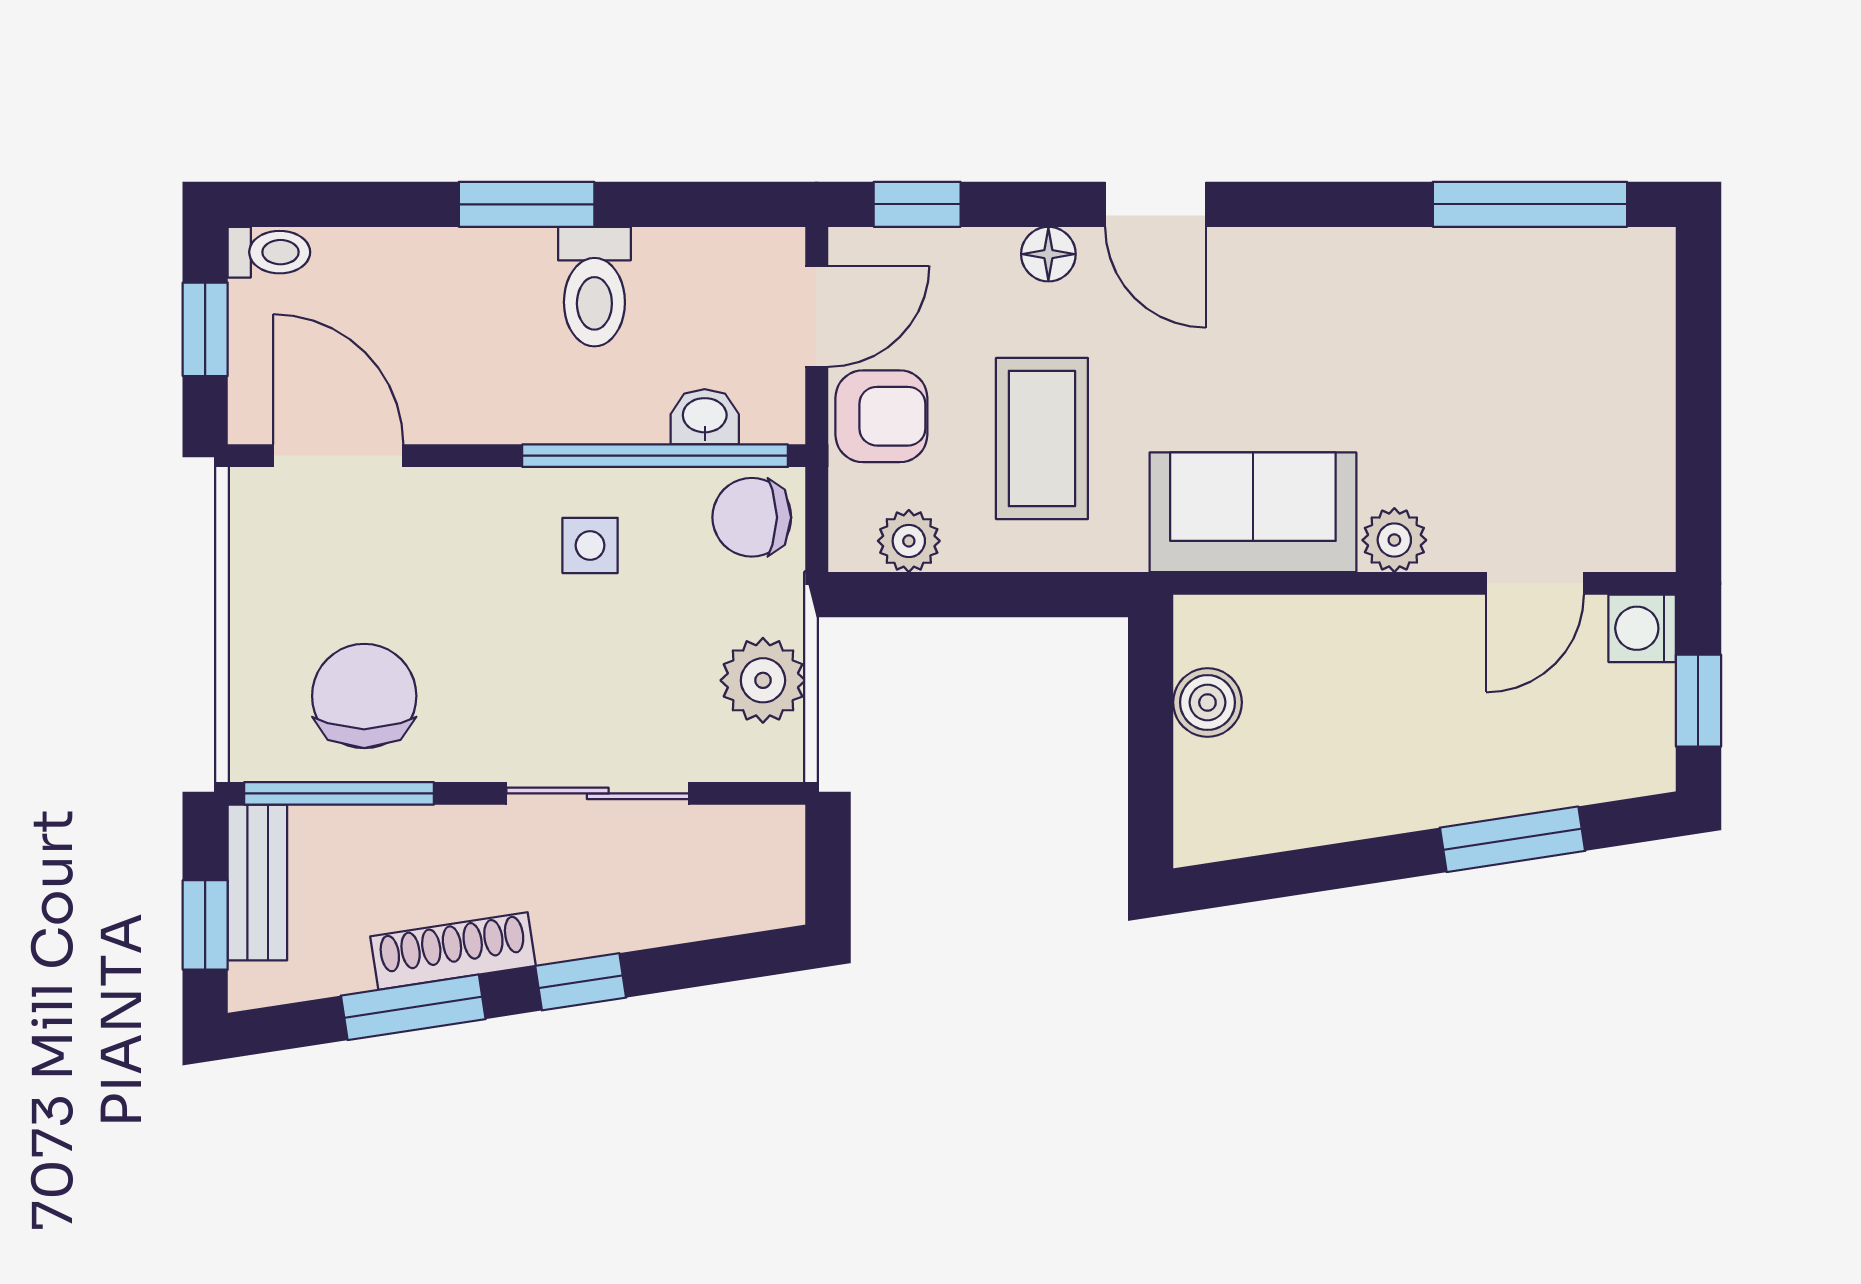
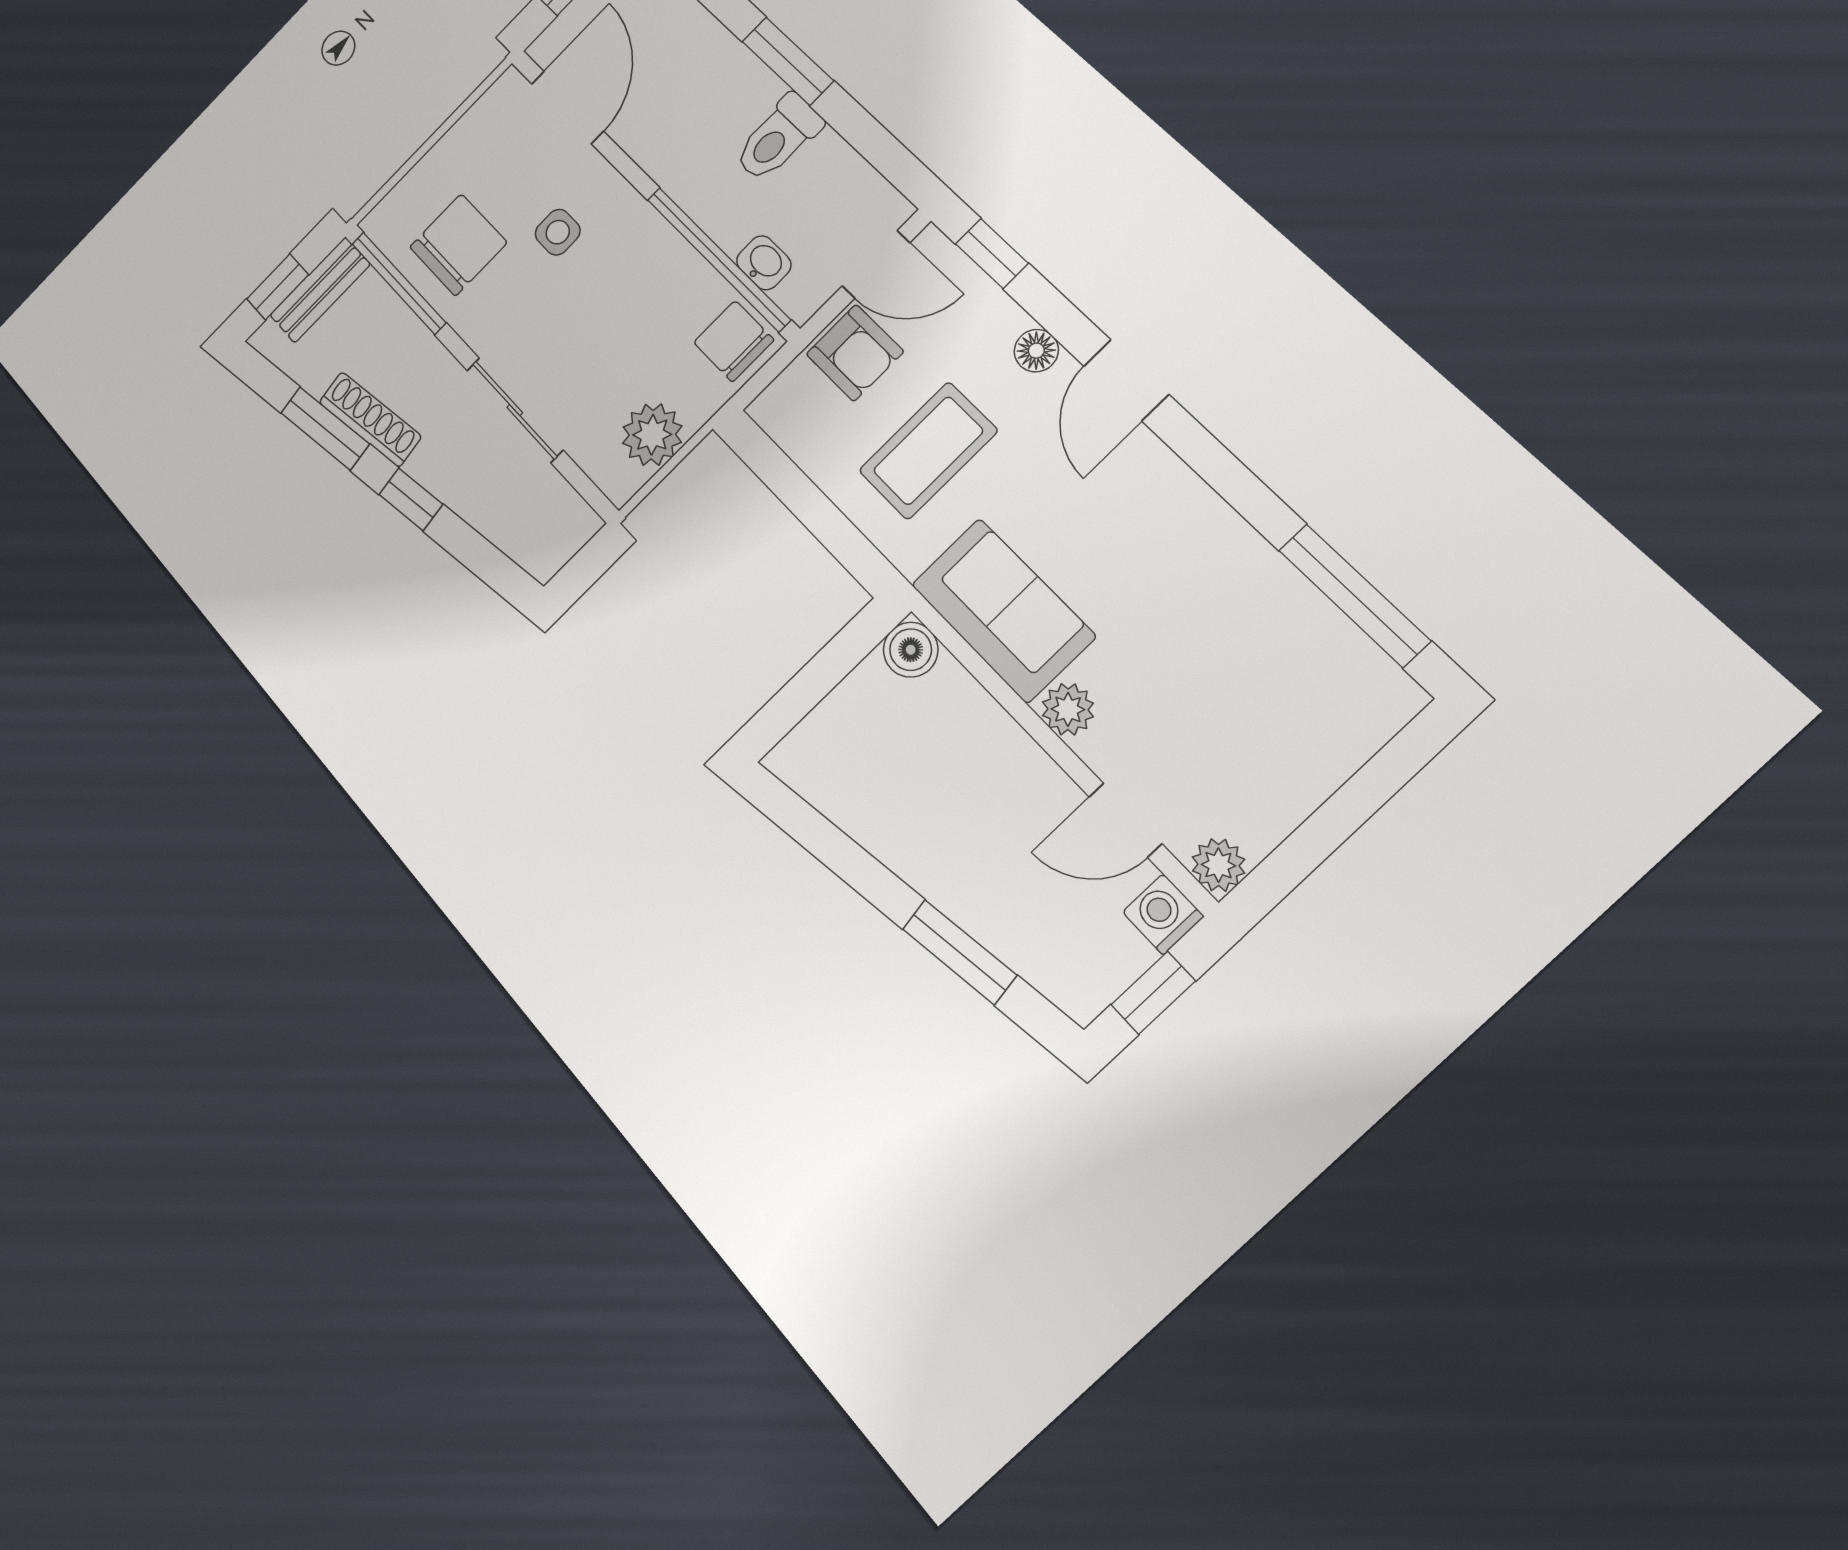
plant: (909, 541) -> (1218, 865), moved
side table: (590, 545) -> (558, 232), moved
boiler: (1207, 702) -> (911, 650), moved

